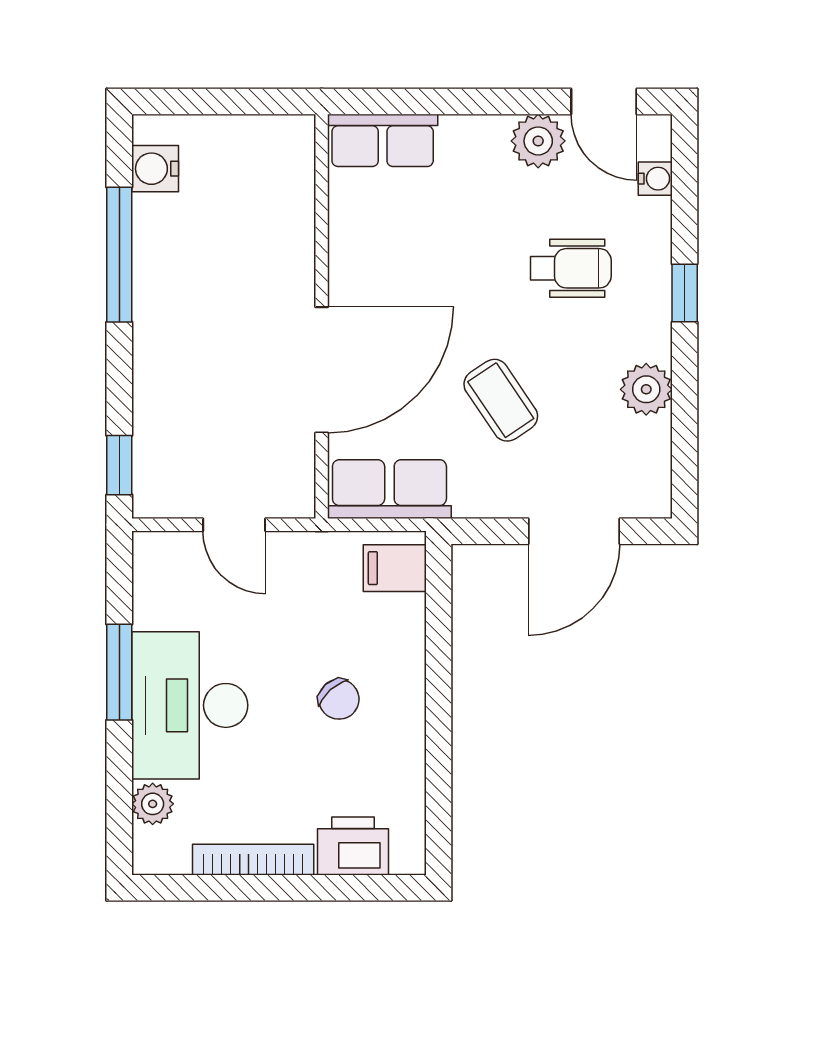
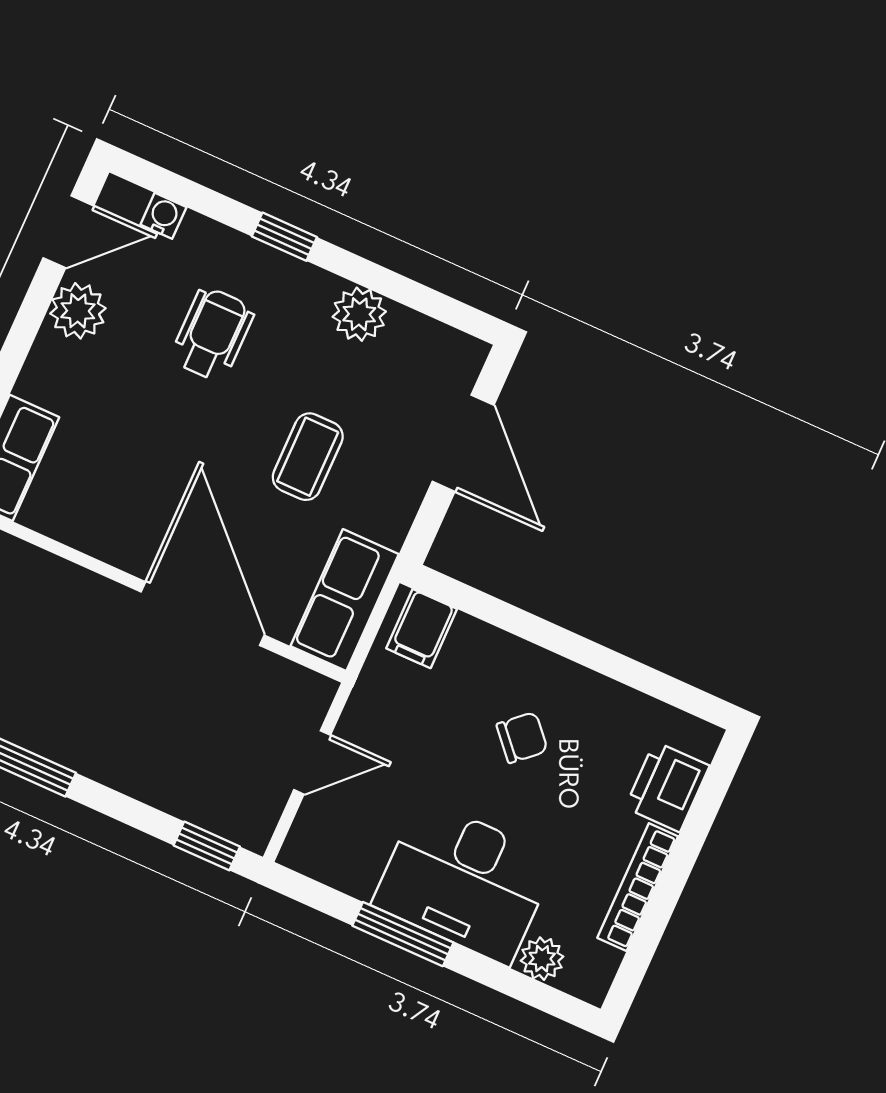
coffee table: (501, 400) -> (308, 457), turned -56

